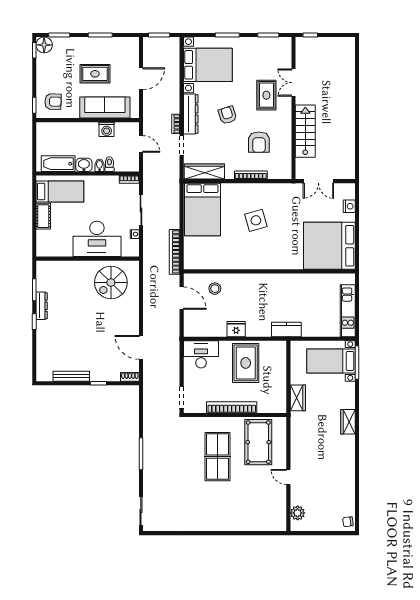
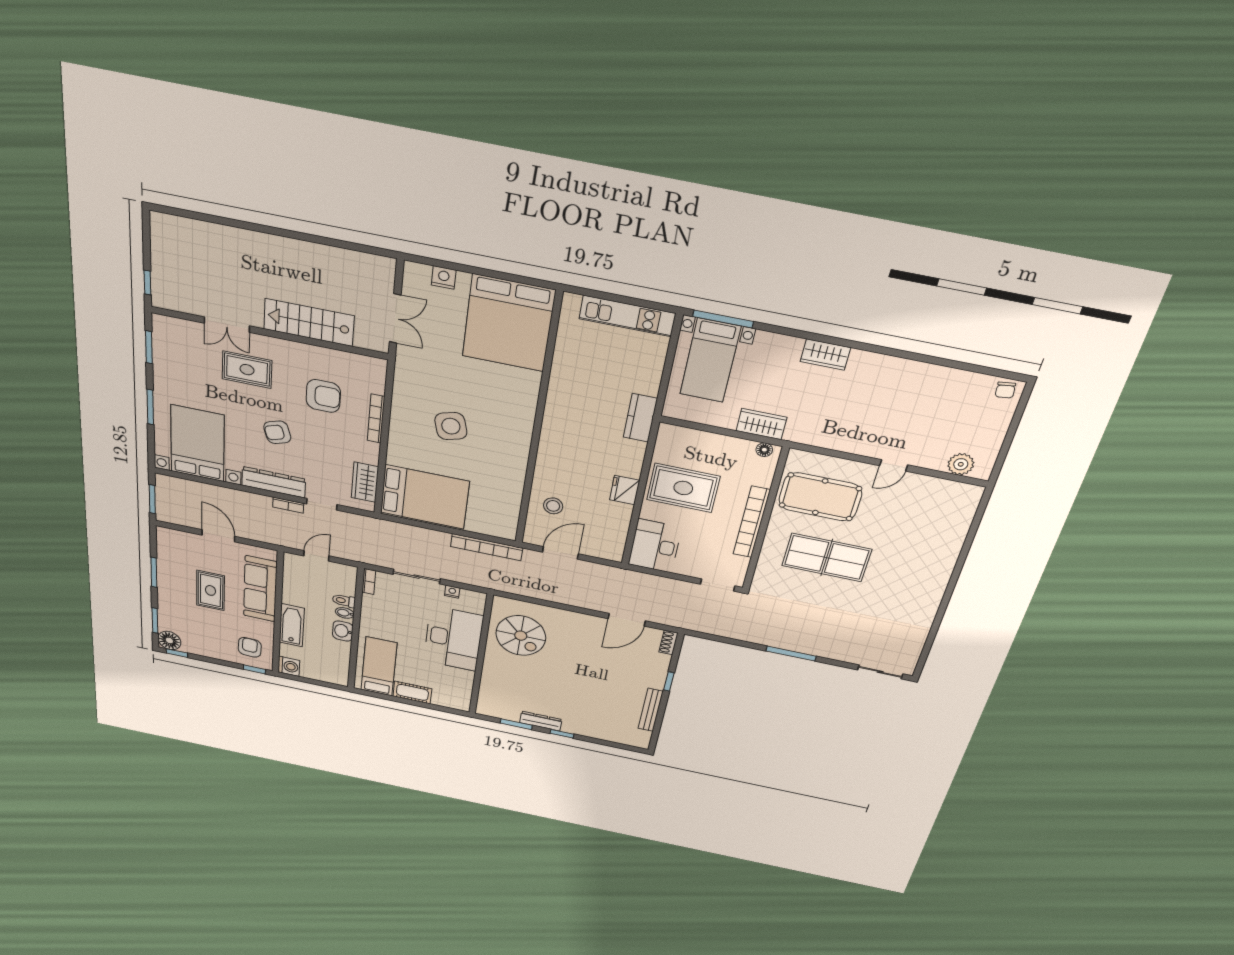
washing machine: (107, 129) -> (289, 666), moved
bathtub: (58, 164) -> (292, 625), moved, turned 180
wardrobe: (204, 172) -> (365, 482), width x0.67
floor lamp: (282, 403) -> (764, 450), added

